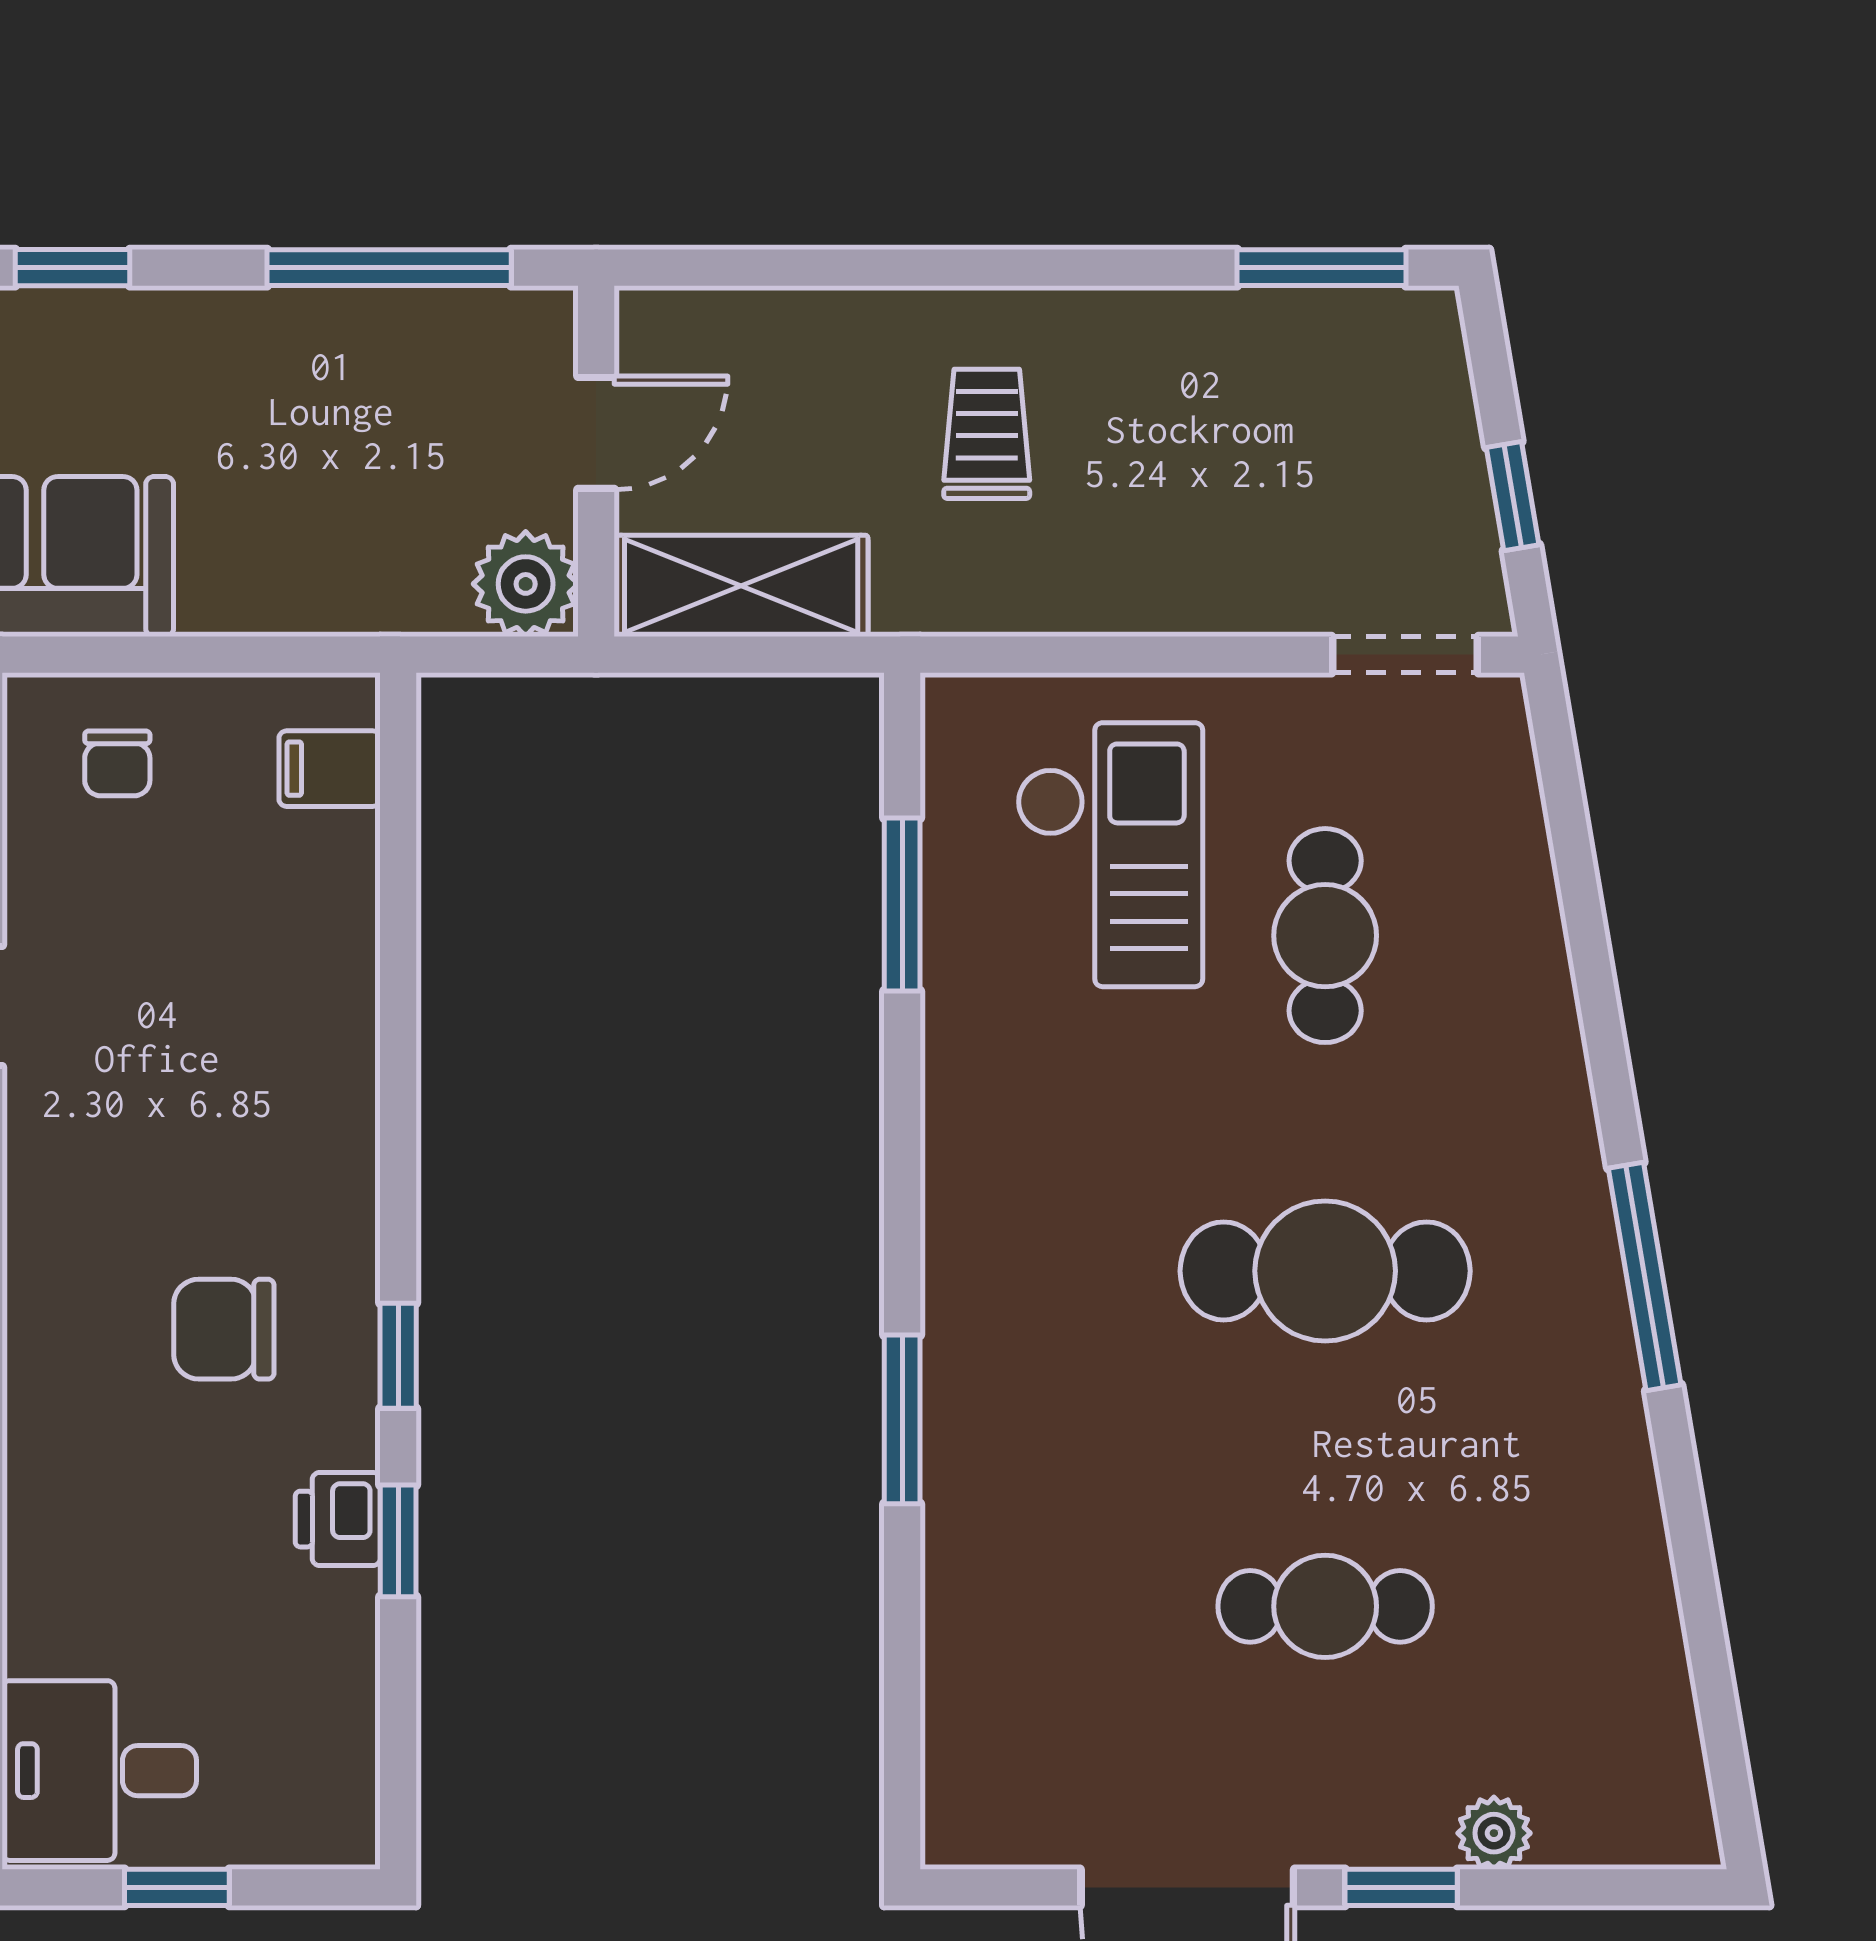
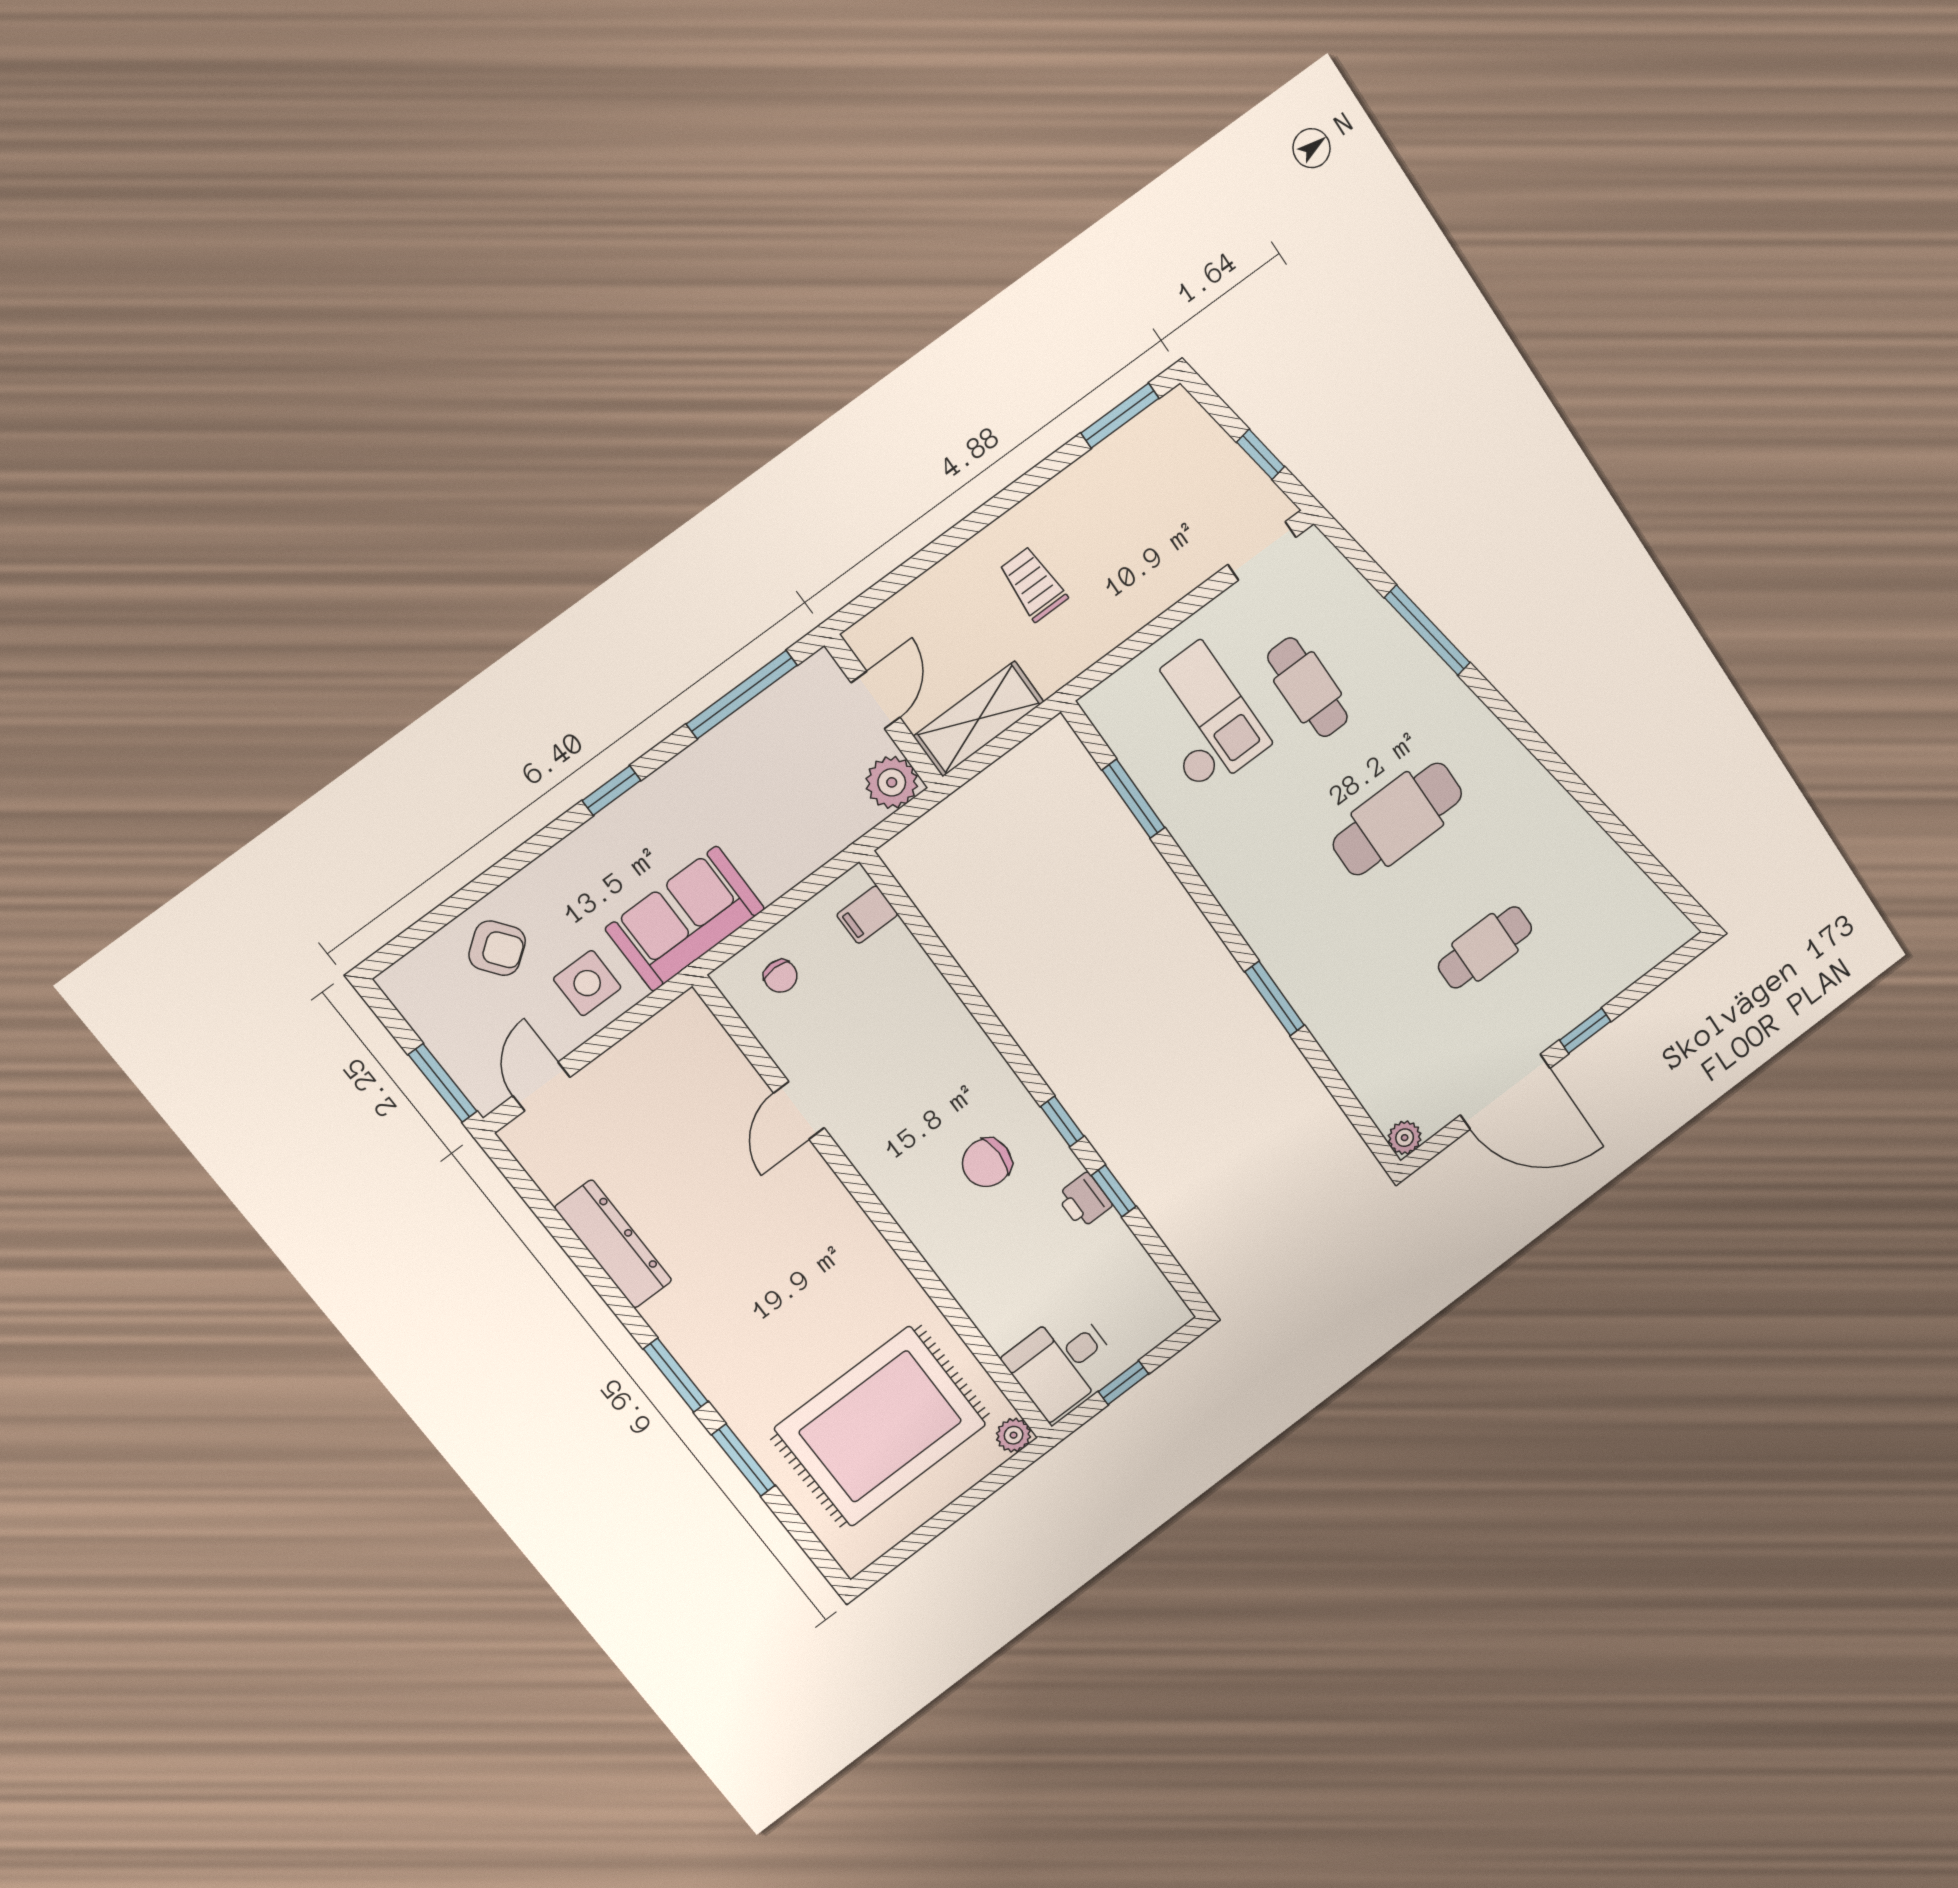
window: (1645, 1277) -> (1427, 630), moved
plant: (1494, 1833) -> (1405, 1138), moved

